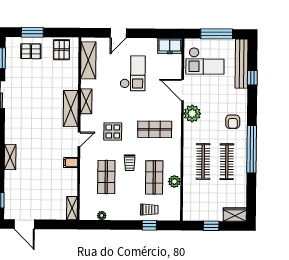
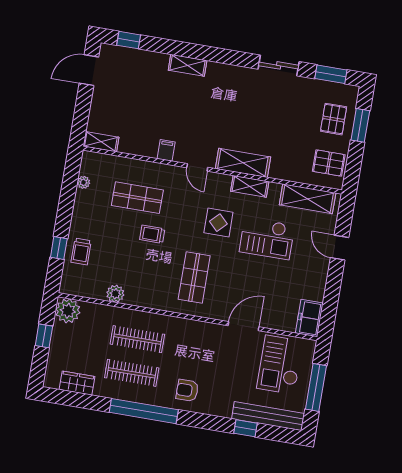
checkout: (133, 73) -> (267, 238), moved
plant: (192, 114) -> (68, 311), moved
display table: (113, 131) -> (218, 223), moved
shop shelf: (154, 177) -> (126, 266), removed
wardrobe: (235, 215) -> (77, 383), moved, turned -90

